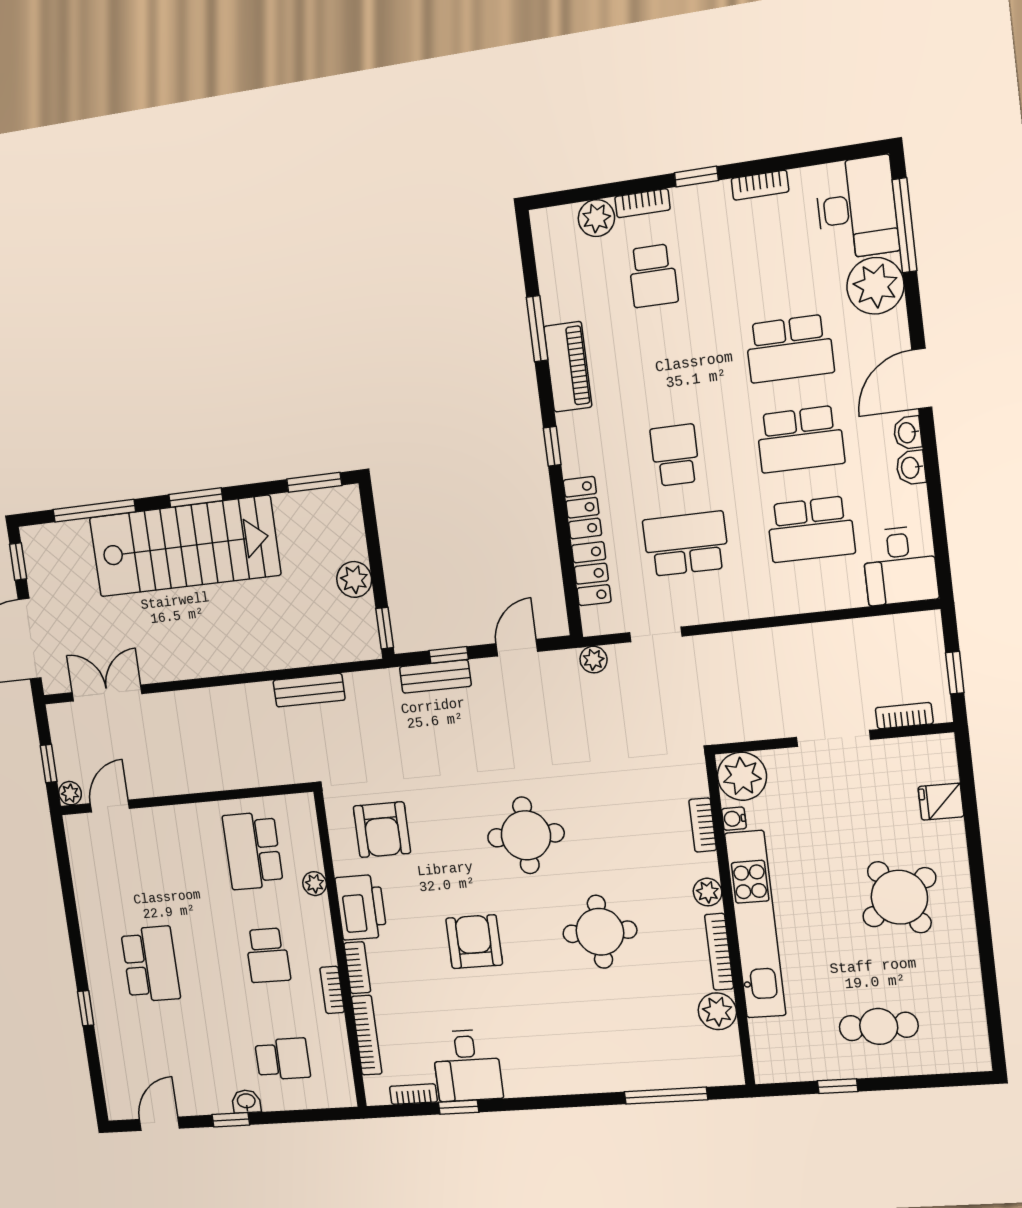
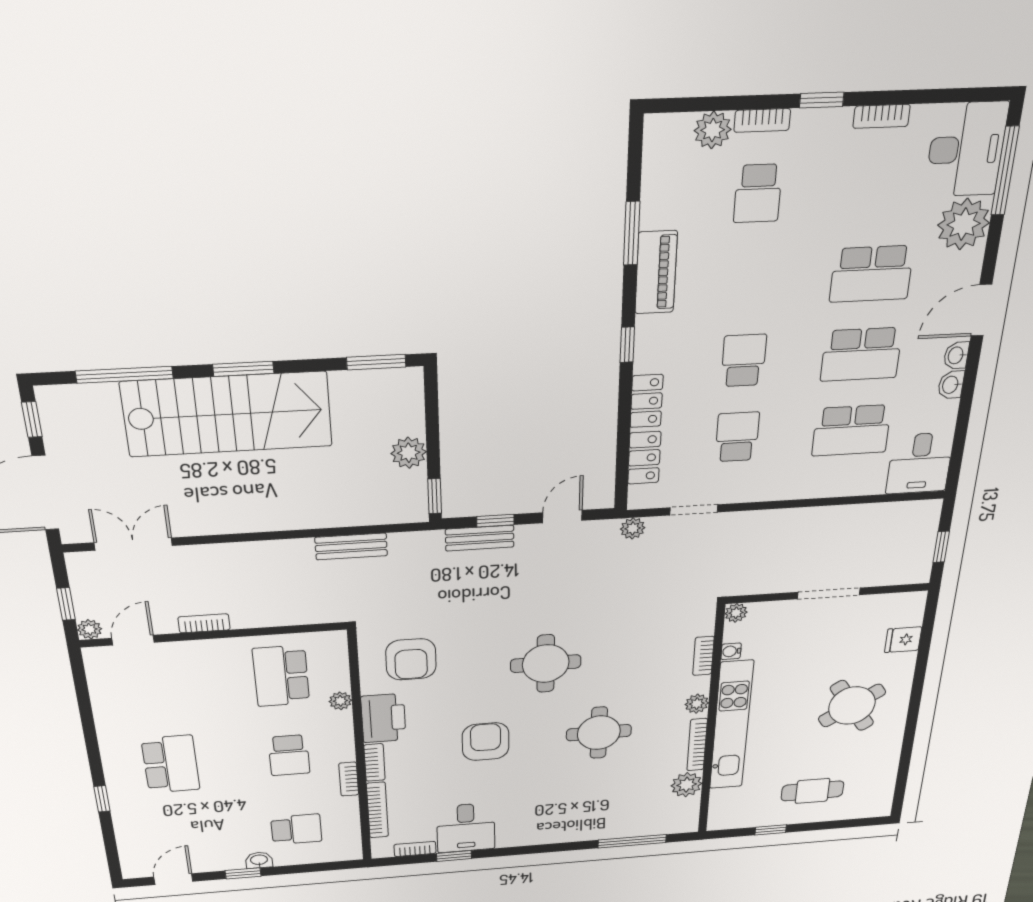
school desk: (686, 544) -> (737, 437), width x0.54
bookcase: (904, 716) -> (204, 623), moved
plant: (742, 776) -> (736, 613), width x0.53, depth x0.53

